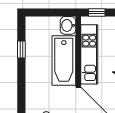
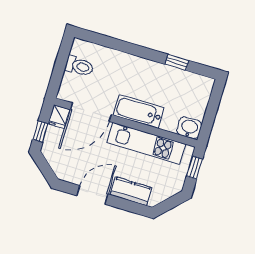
bathtub: (64, 61) -> (139, 111), width x0.73, depth x0.73

